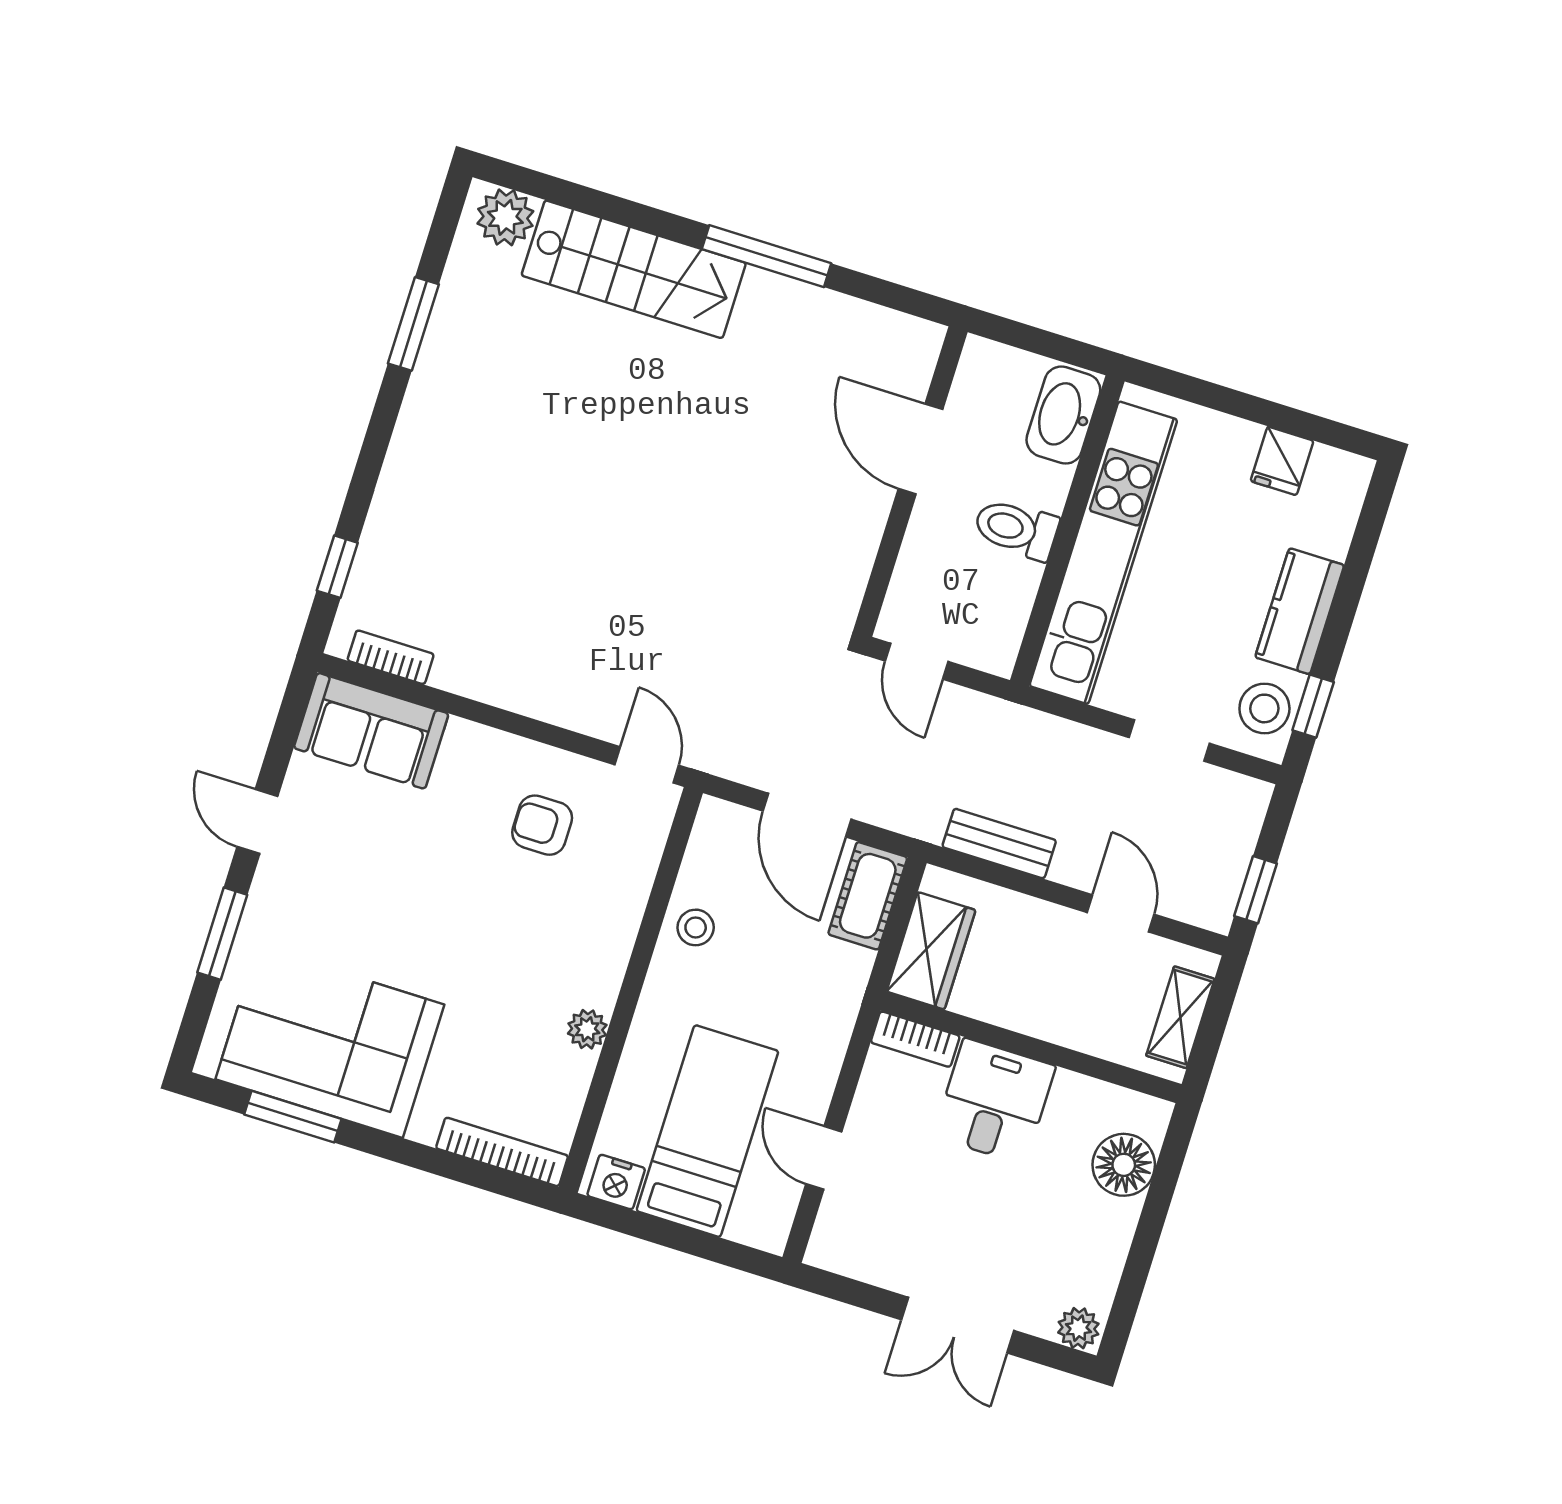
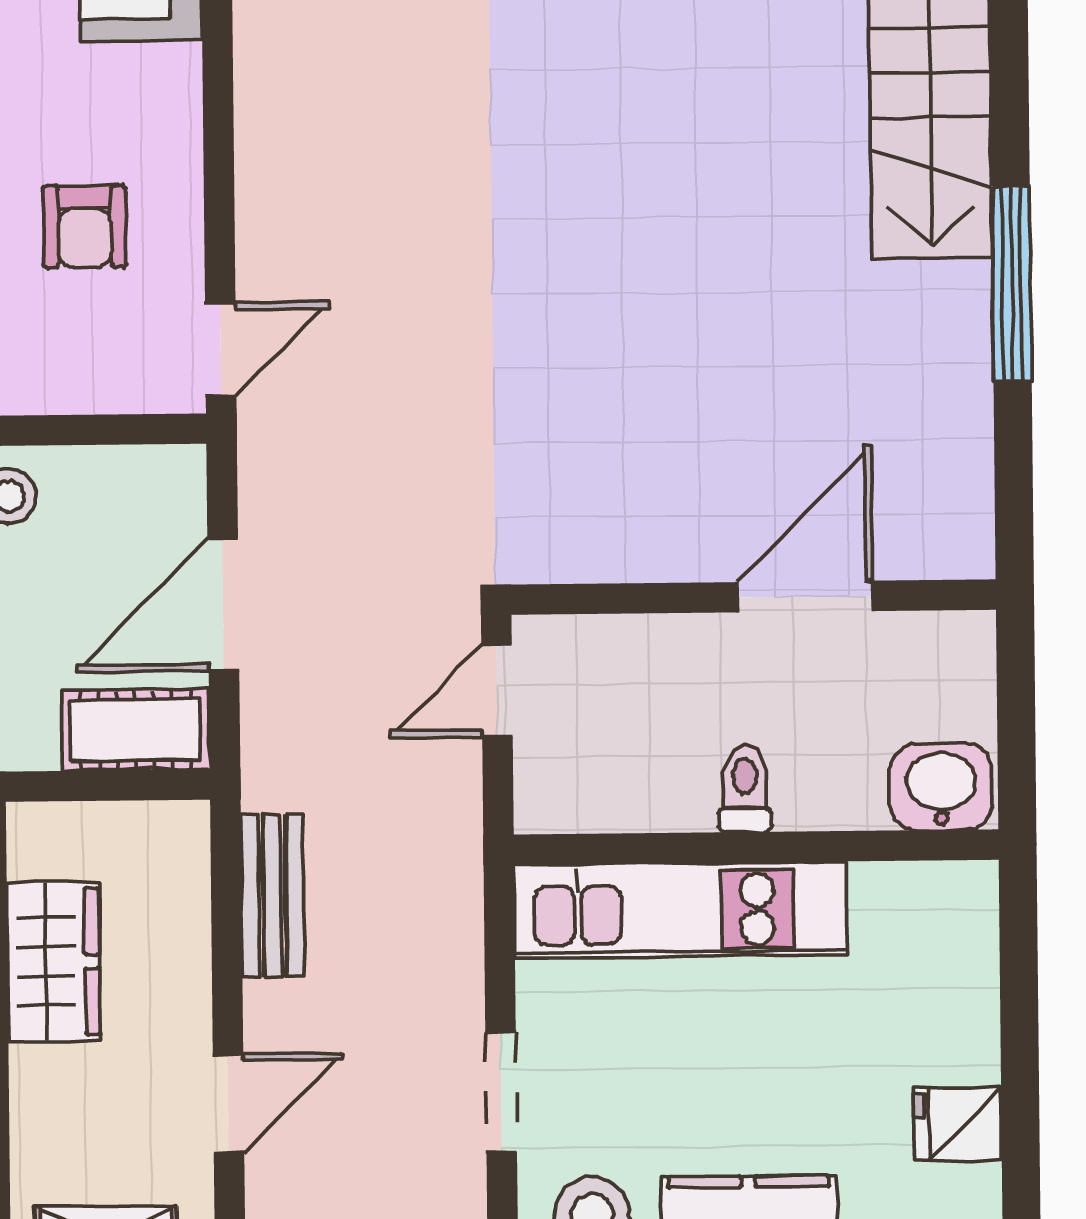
washbasin: (1063, 415) -> (941, 787), width x0.72
toilet: (1016, 529) -> (745, 789), width x0.73, depth x0.72
kitchen unit: (1103, 553) -> (681, 910), width x0.73
armchair: (542, 825) -> (85, 227), turned 180
wardrobe: (931, 951) -> (53, 962), moved, turned -90

